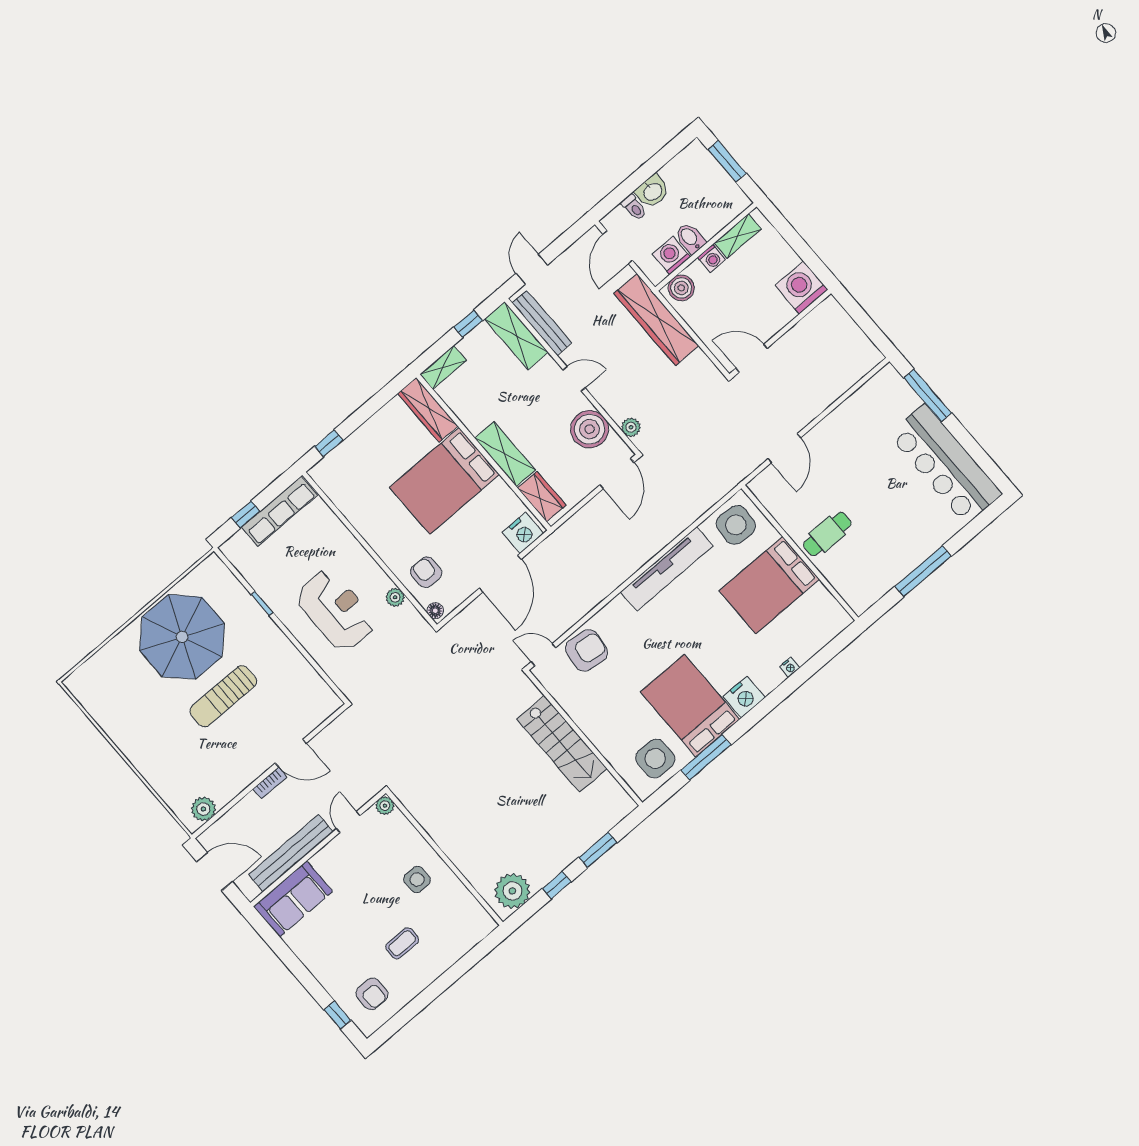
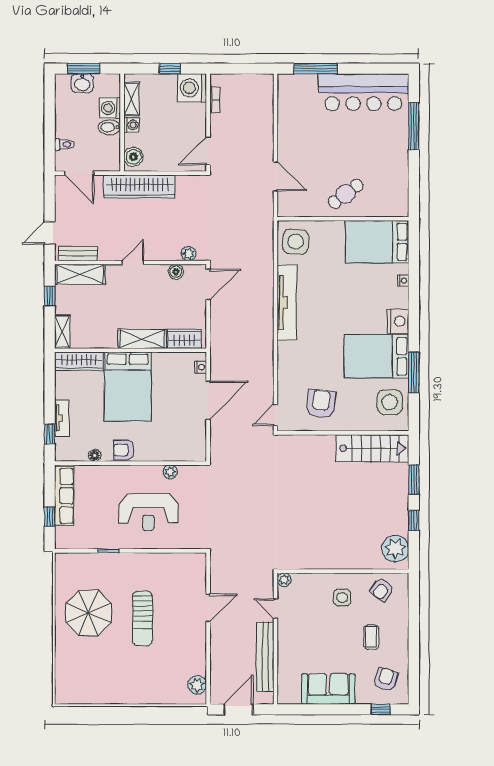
washbasin: (652, 191) -> (82, 83), moved, turned 90
window: (802, 248) -> (170, 69), added
washing machine: (671, 255) -> (110, 108), moved
door: (532, 269) -> (50, 233), hinge flipped
bench: (542, 323) -> (78, 254), width x0.73
boiler: (590, 429) -> (176, 272), width x0.54, depth x0.54
tv unit: (356, 441) -> (62, 418), added
door: (617, 474) -> (208, 285), hinge flipped
nightstand: (523, 533) -> (201, 367), width x0.53, depth x0.56
cafe table: (827, 534) -> (346, 194), turned 53
window: (923, 571) -> (414, 126), moved
armchair: (426, 572) -> (124, 450), moved
door: (500, 574) -> (208, 400), hinge flipped
bed: (769, 585) -> (377, 242), moved, turned 90
reception desk: (336, 610) -> (148, 512), turned 180
floor lamp: (435, 611) -> (95, 455), moved
parasol: (182, 637) -> (88, 613), width x0.73, depth x0.73
armchair: (586, 650) -> (321, 404), moved
stairs: (562, 744) -> (372, 448), moved
bookcase: (270, 783) -> (215, 100), moved
sofa: (293, 899) -> (328, 689), moved, turned -90
armchair: (460, 913) -> (382, 589), added
armchair: (372, 994) -> (385, 679), turned -73

